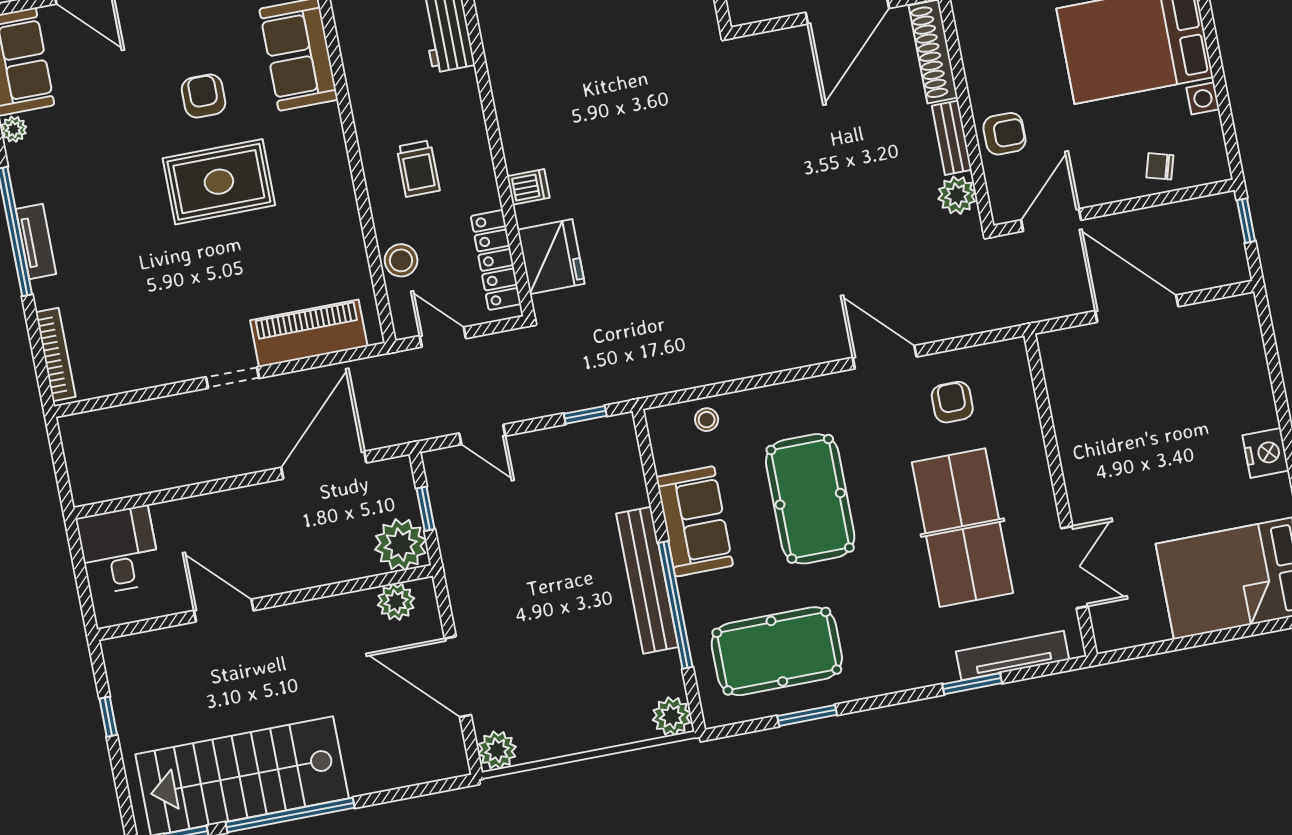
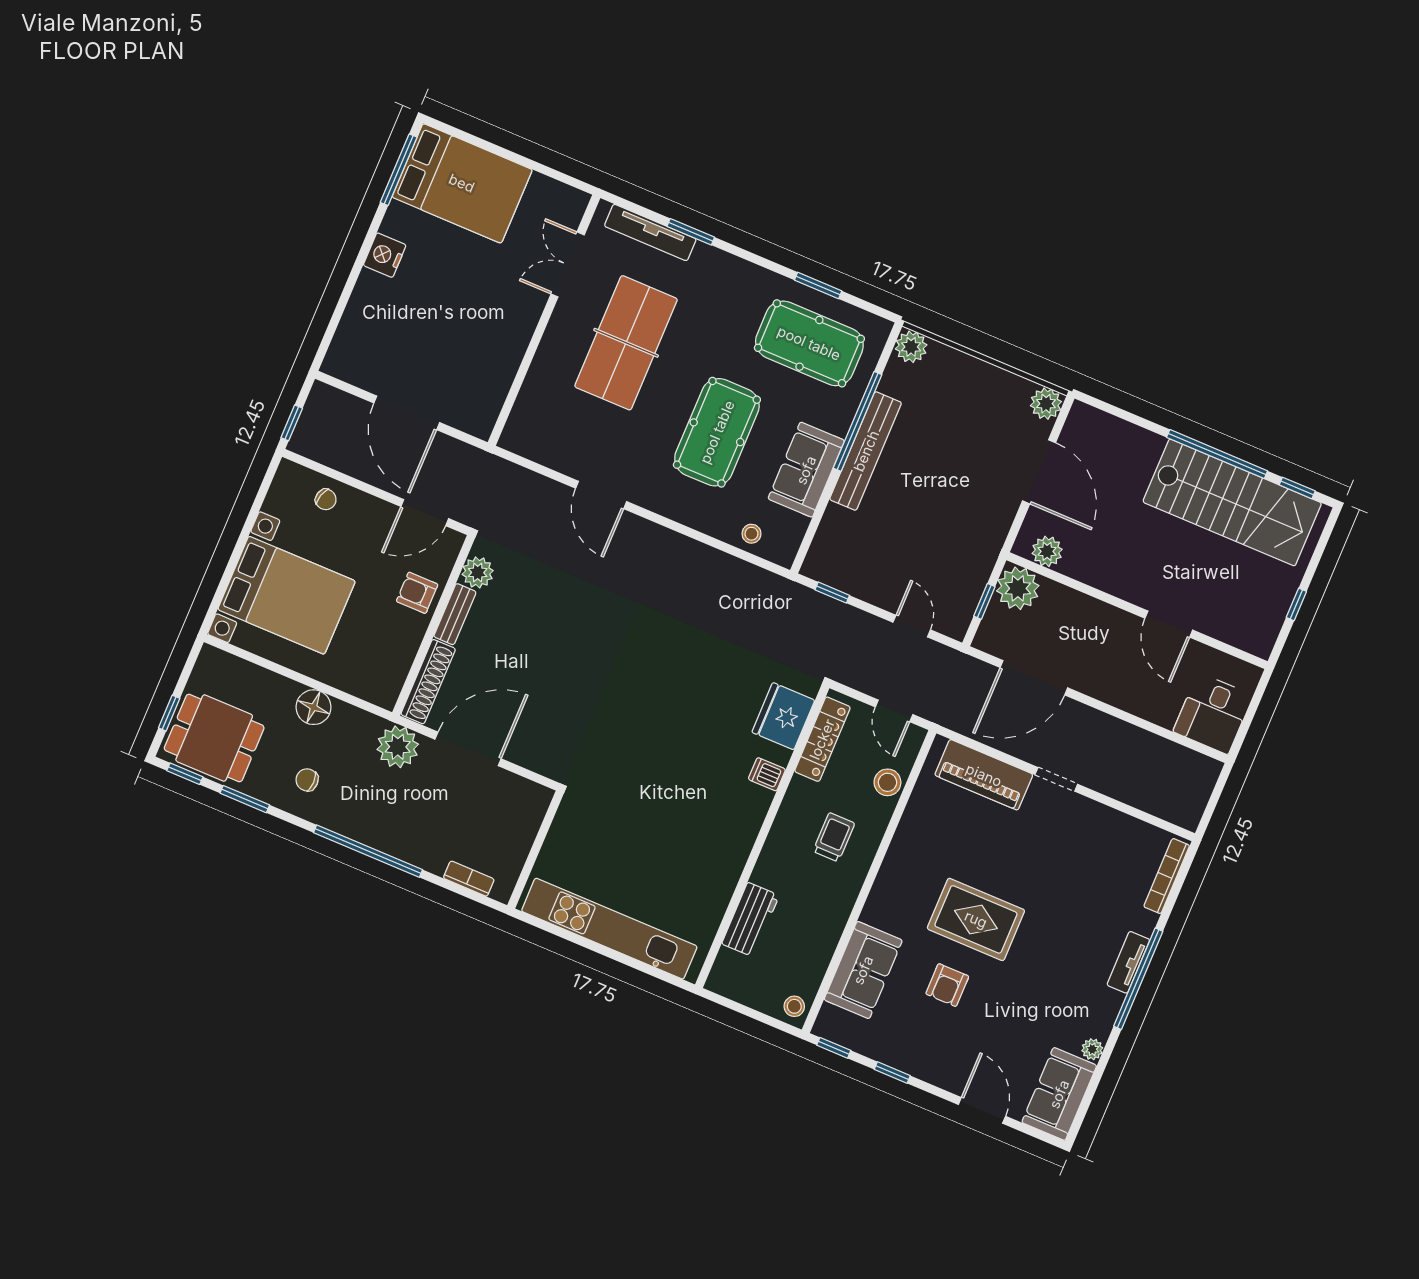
armchair: (952, 402) -> (576, 433), removed

